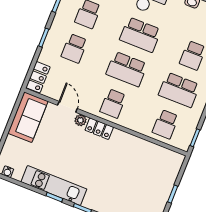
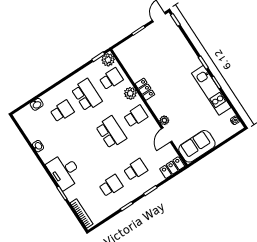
school desk: (140, 35) -> (87, 148), removed
plant: (135, 123) -> (130, 93), added
locker: (99, 129) -> (145, 89), moved
plant: (183, 142) -> (108, 60), added

